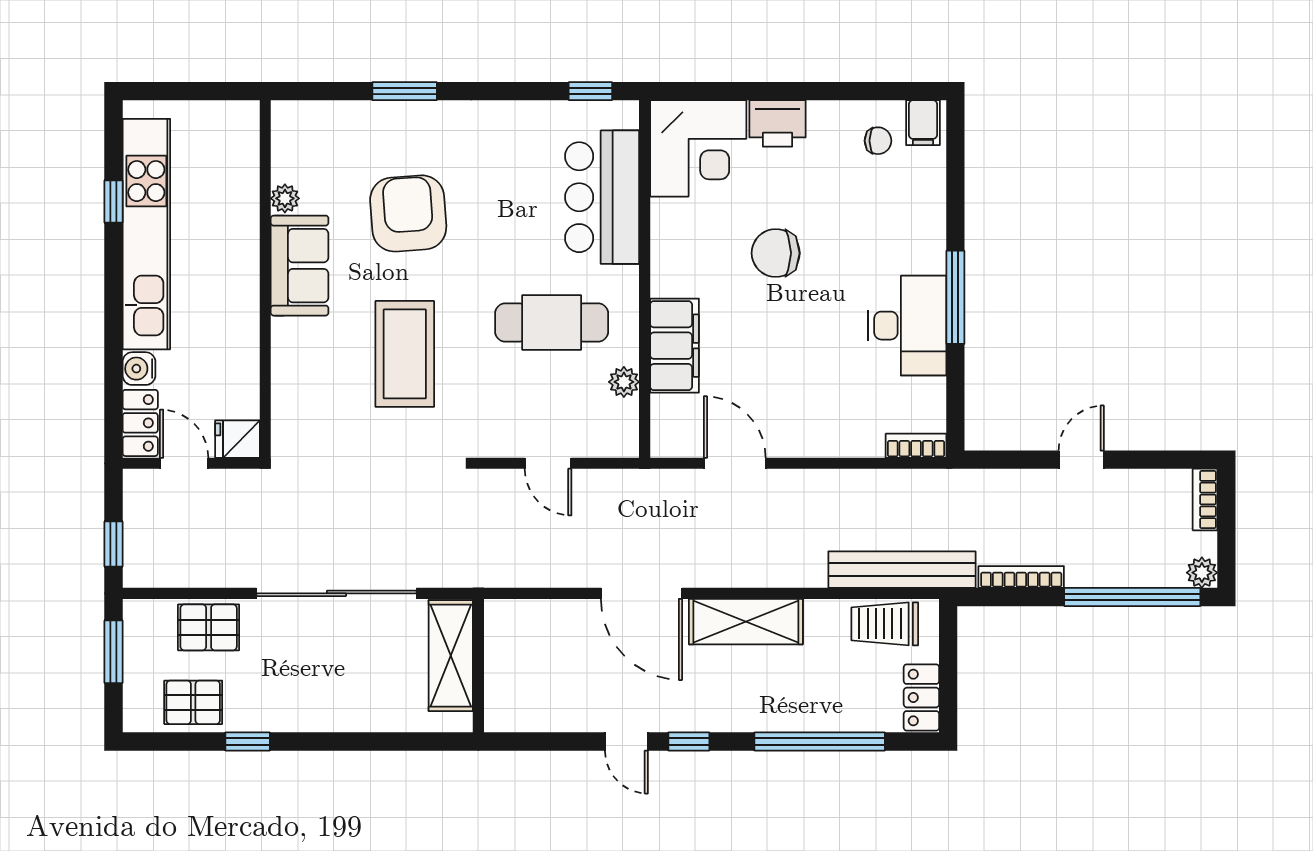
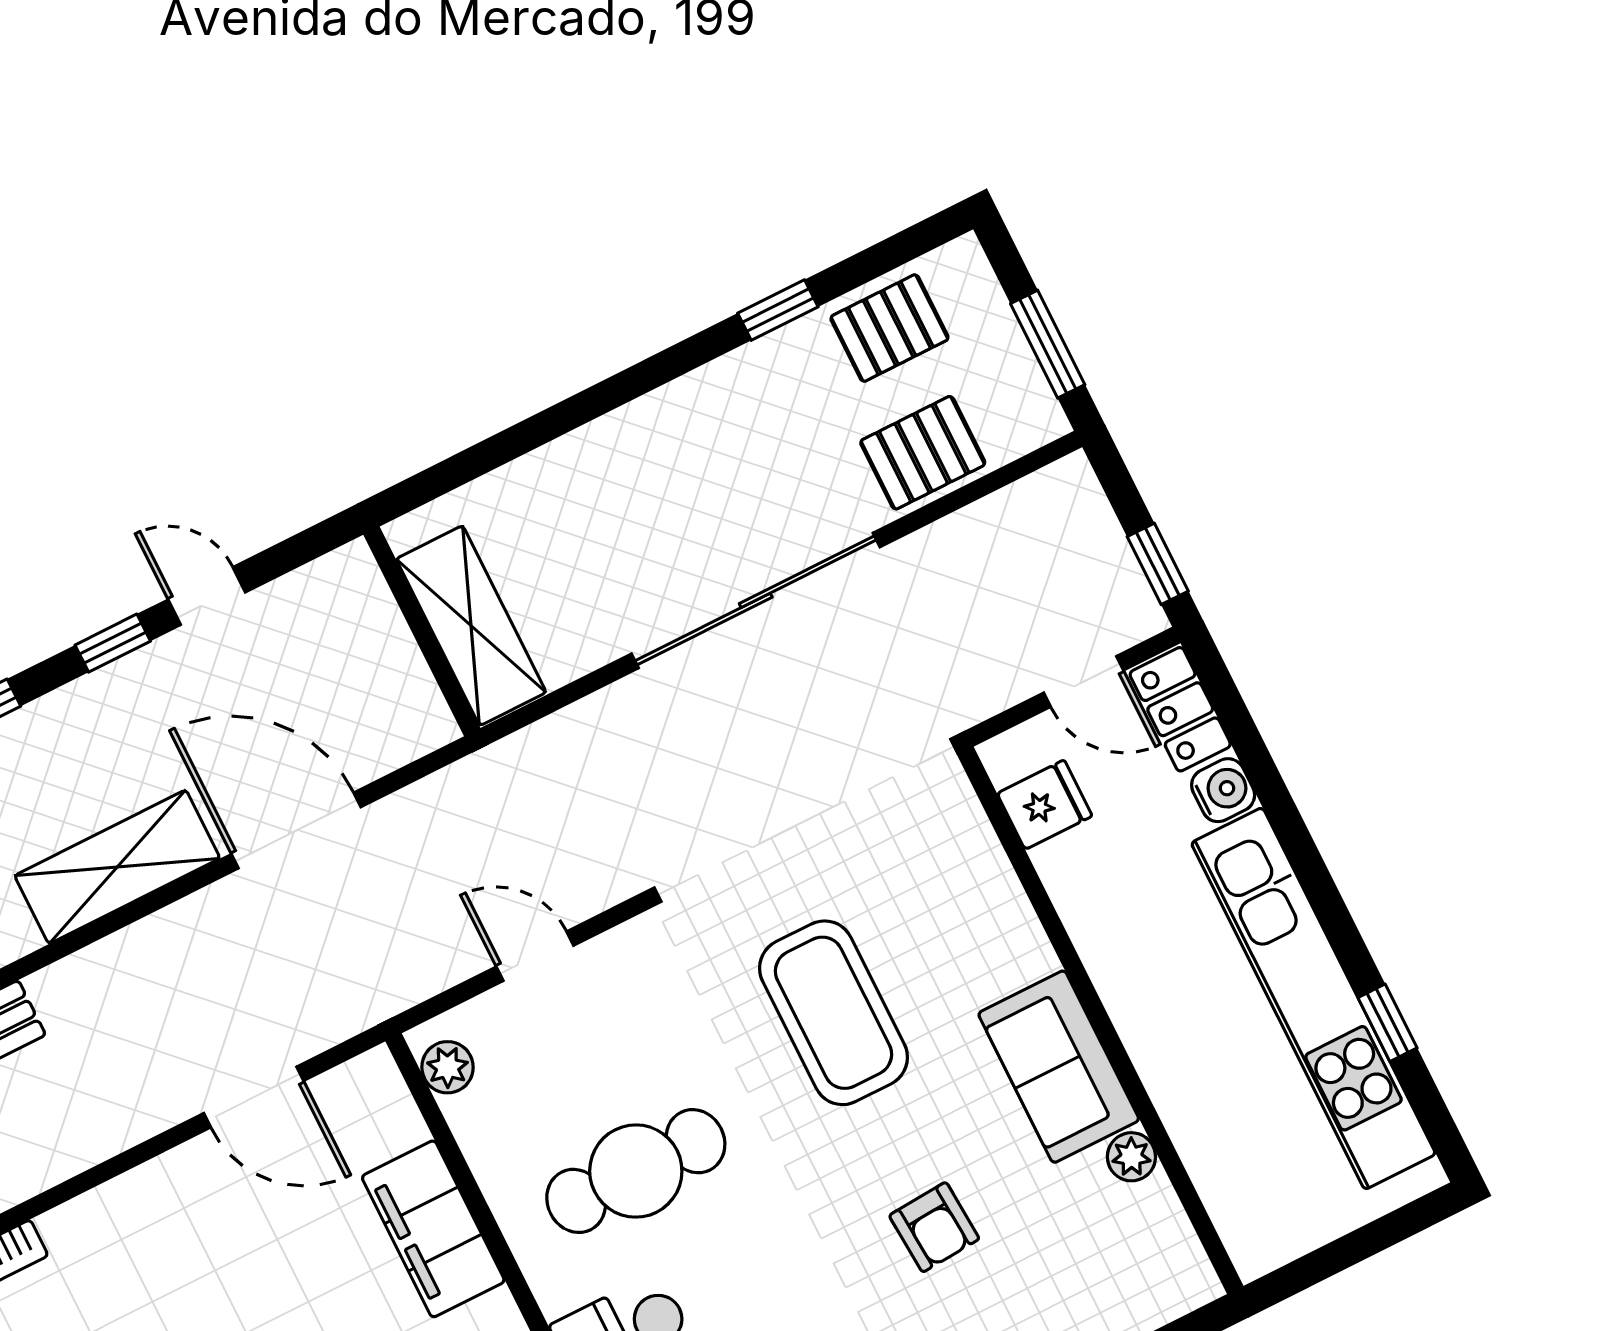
armchair: (408, 213) -> (934, 1227), width x0.53, depth x0.53
plant: (624, 382) -> (447, 1067), moved
fridge: (237, 439) -> (1045, 805), moved
window: (113, 544) -> (1158, 564), moved
shelving: (451, 656) -> (471, 626), moved
wall: (478, 666) -> (422, 631), moved

